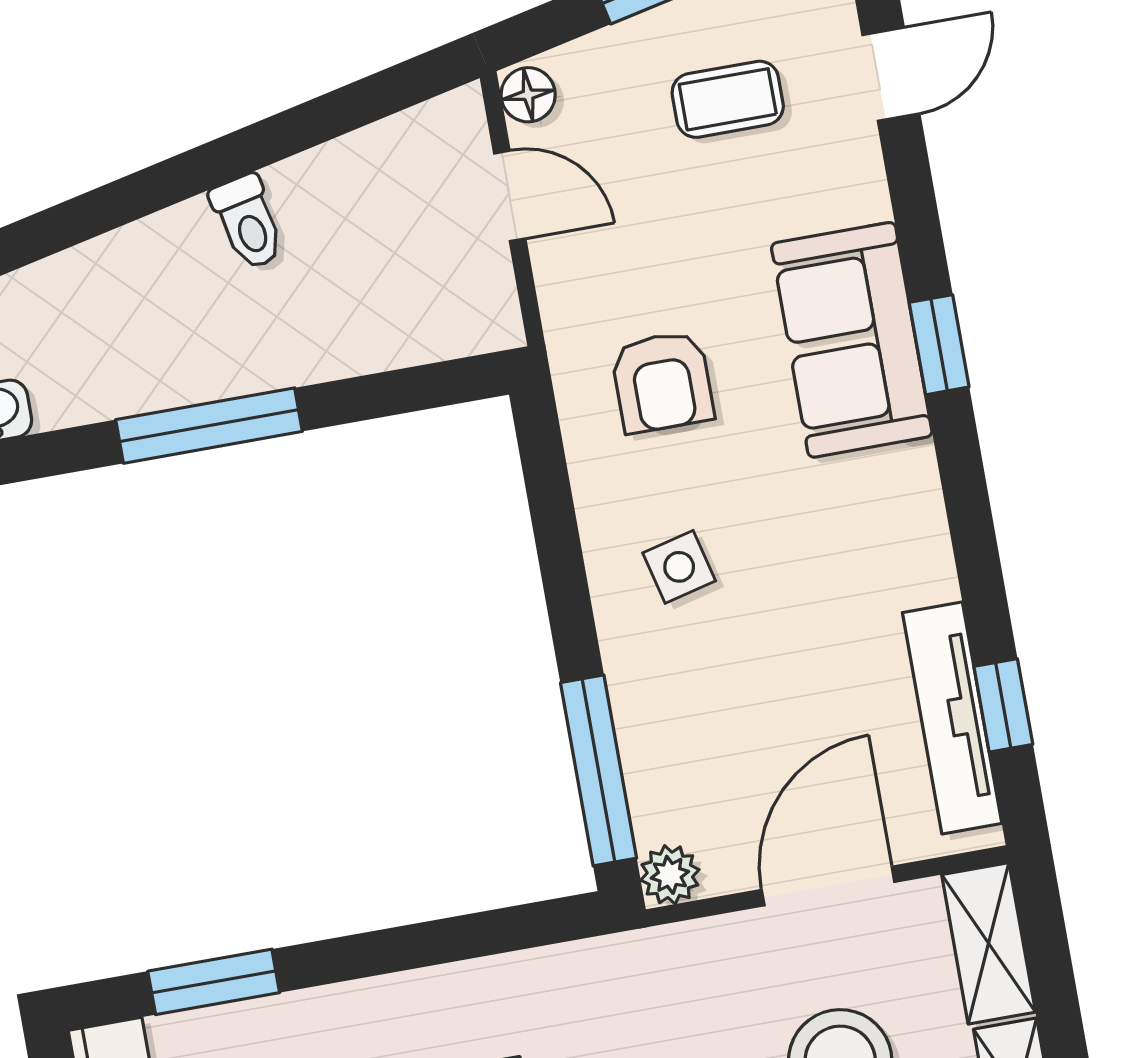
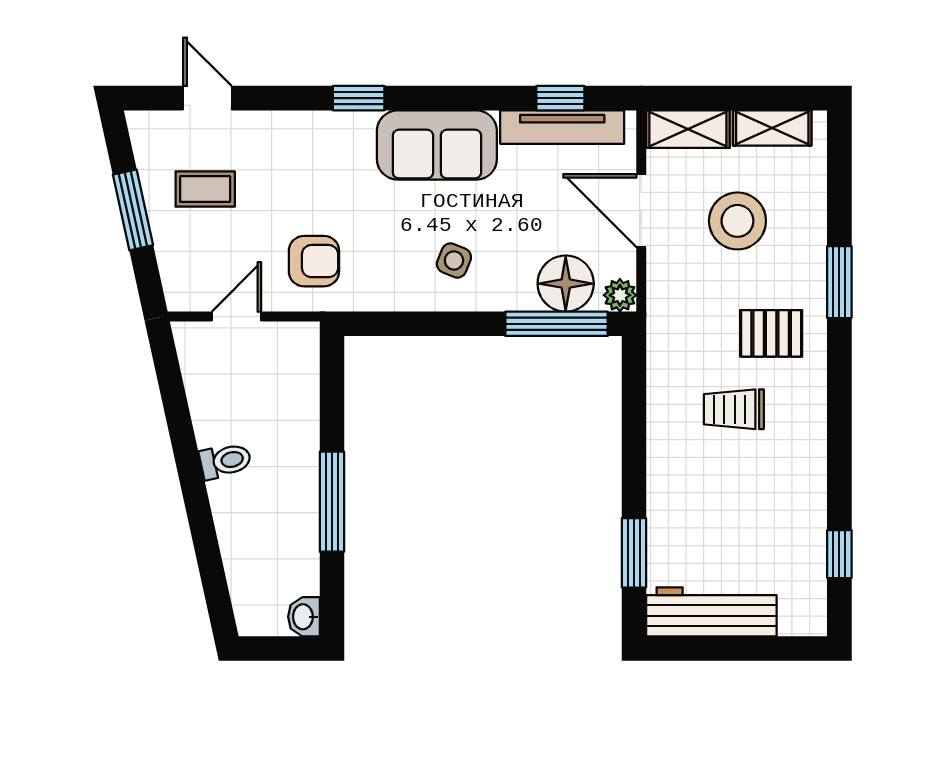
floor lamp: (528, 95) -> (566, 284), moved, width x1.89, depth x1.89
coffee table: (728, 99) -> (205, 189), turned 90
sofa: (852, 340) -> (437, 145), moved
armchair: (662, 382) -> (314, 261), moved
side table: (679, 567) -> (454, 260), turned 36

